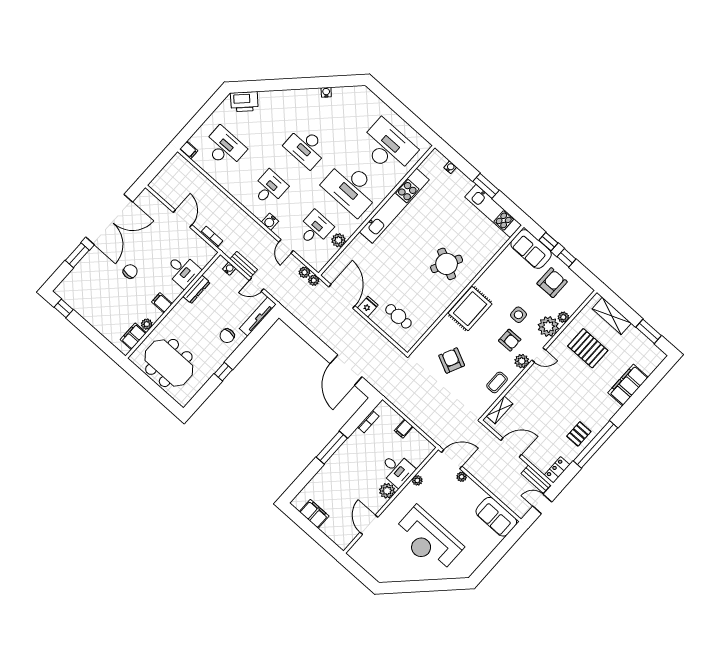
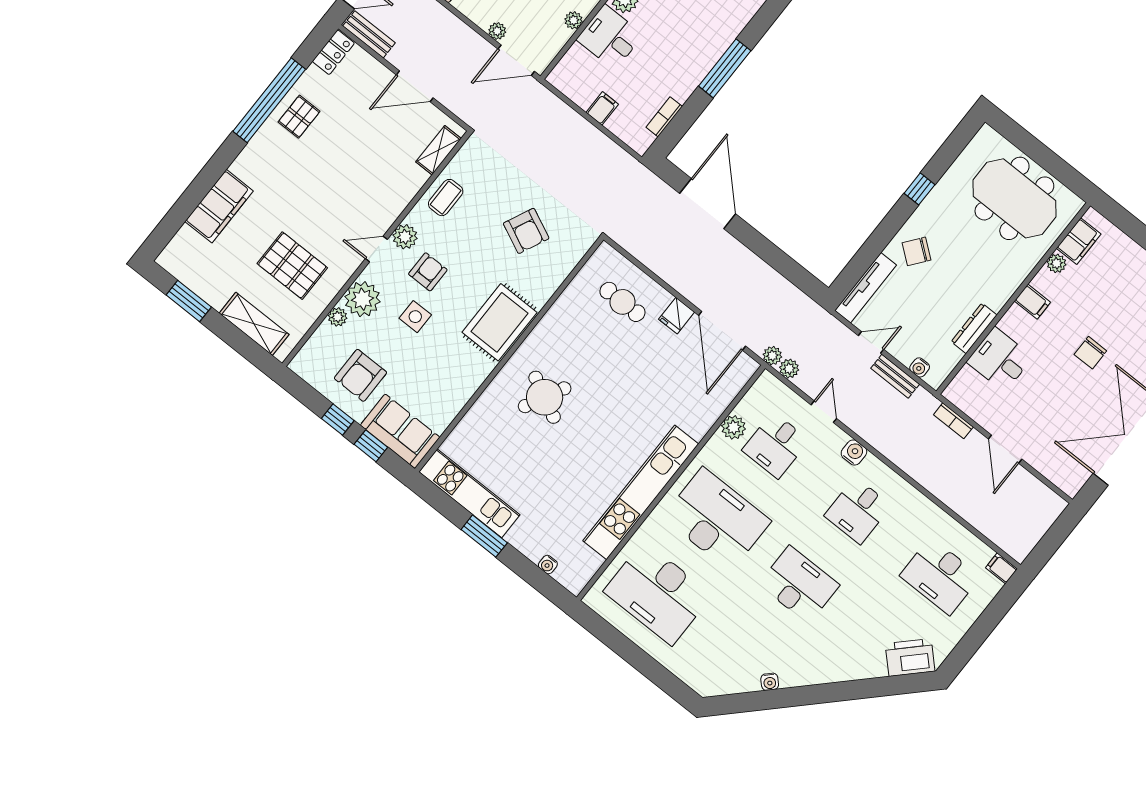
chair: (227, 336) -> (916, 251), turned -142
armchair: (510, 340) -> (428, 272), turned 90

